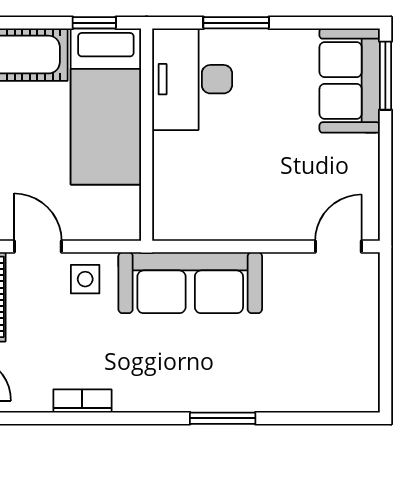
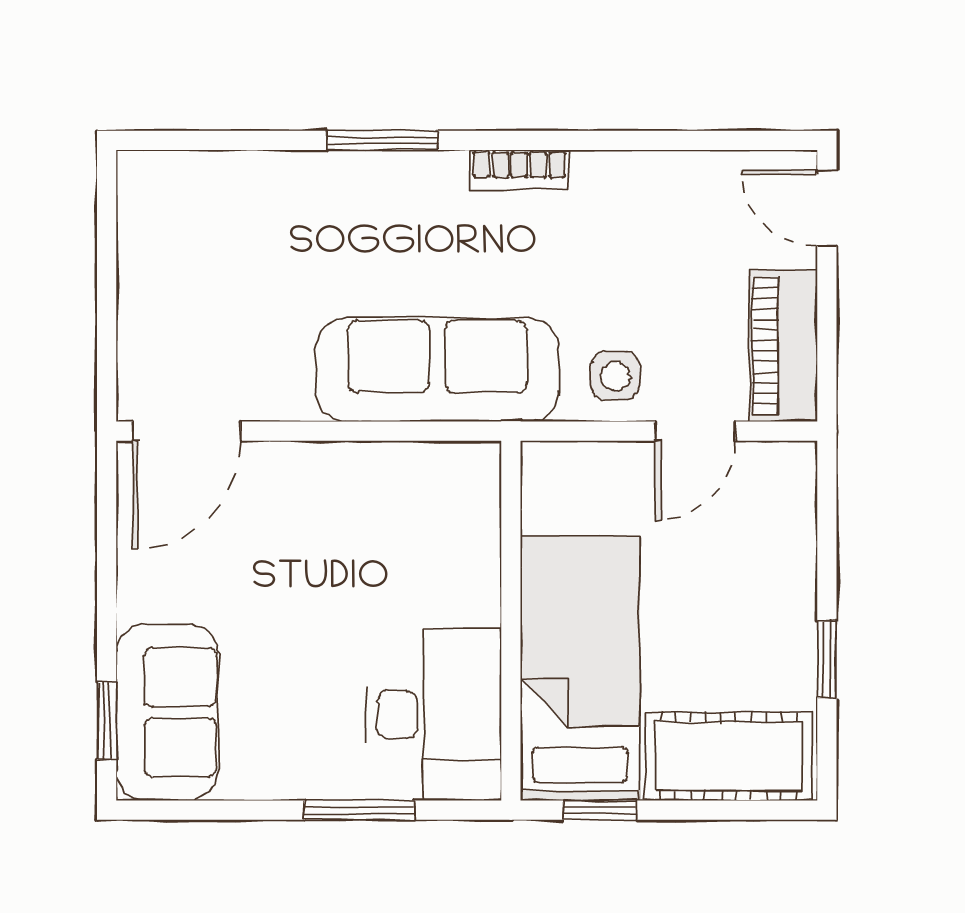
window: (385, 76) -> (107, 721), width x0.67
door: (38, 247) -> (695, 431), hinge flipped
door: (338, 247) -> (186, 431), width x1.38
bookcase: (82, 401) -> (519, 170), moved

